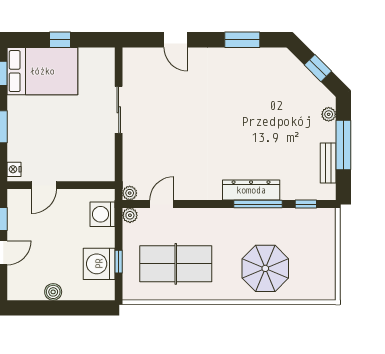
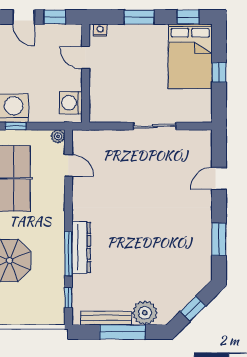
plant: (329, 114) -> (145, 313), width x1.87, depth x1.87
bench: (328, 163) -> (106, 318), width x1.36
plant: (130, 193) -> (78, 136), removed
washing machine: (102, 214) -> (71, 103), moved, turned -90

